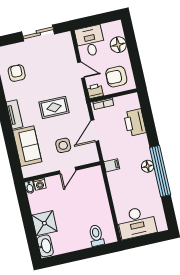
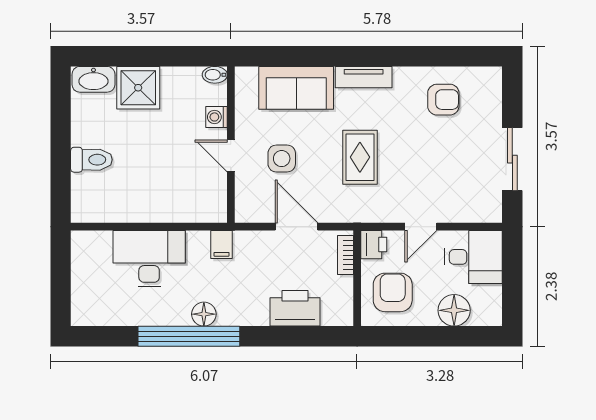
washing machine: (40, 184) -> (217, 117), moved
desk: (137, 222) -> (149, 259), moved, turned 90
toilet: (96, 235) -> (91, 160), moved

